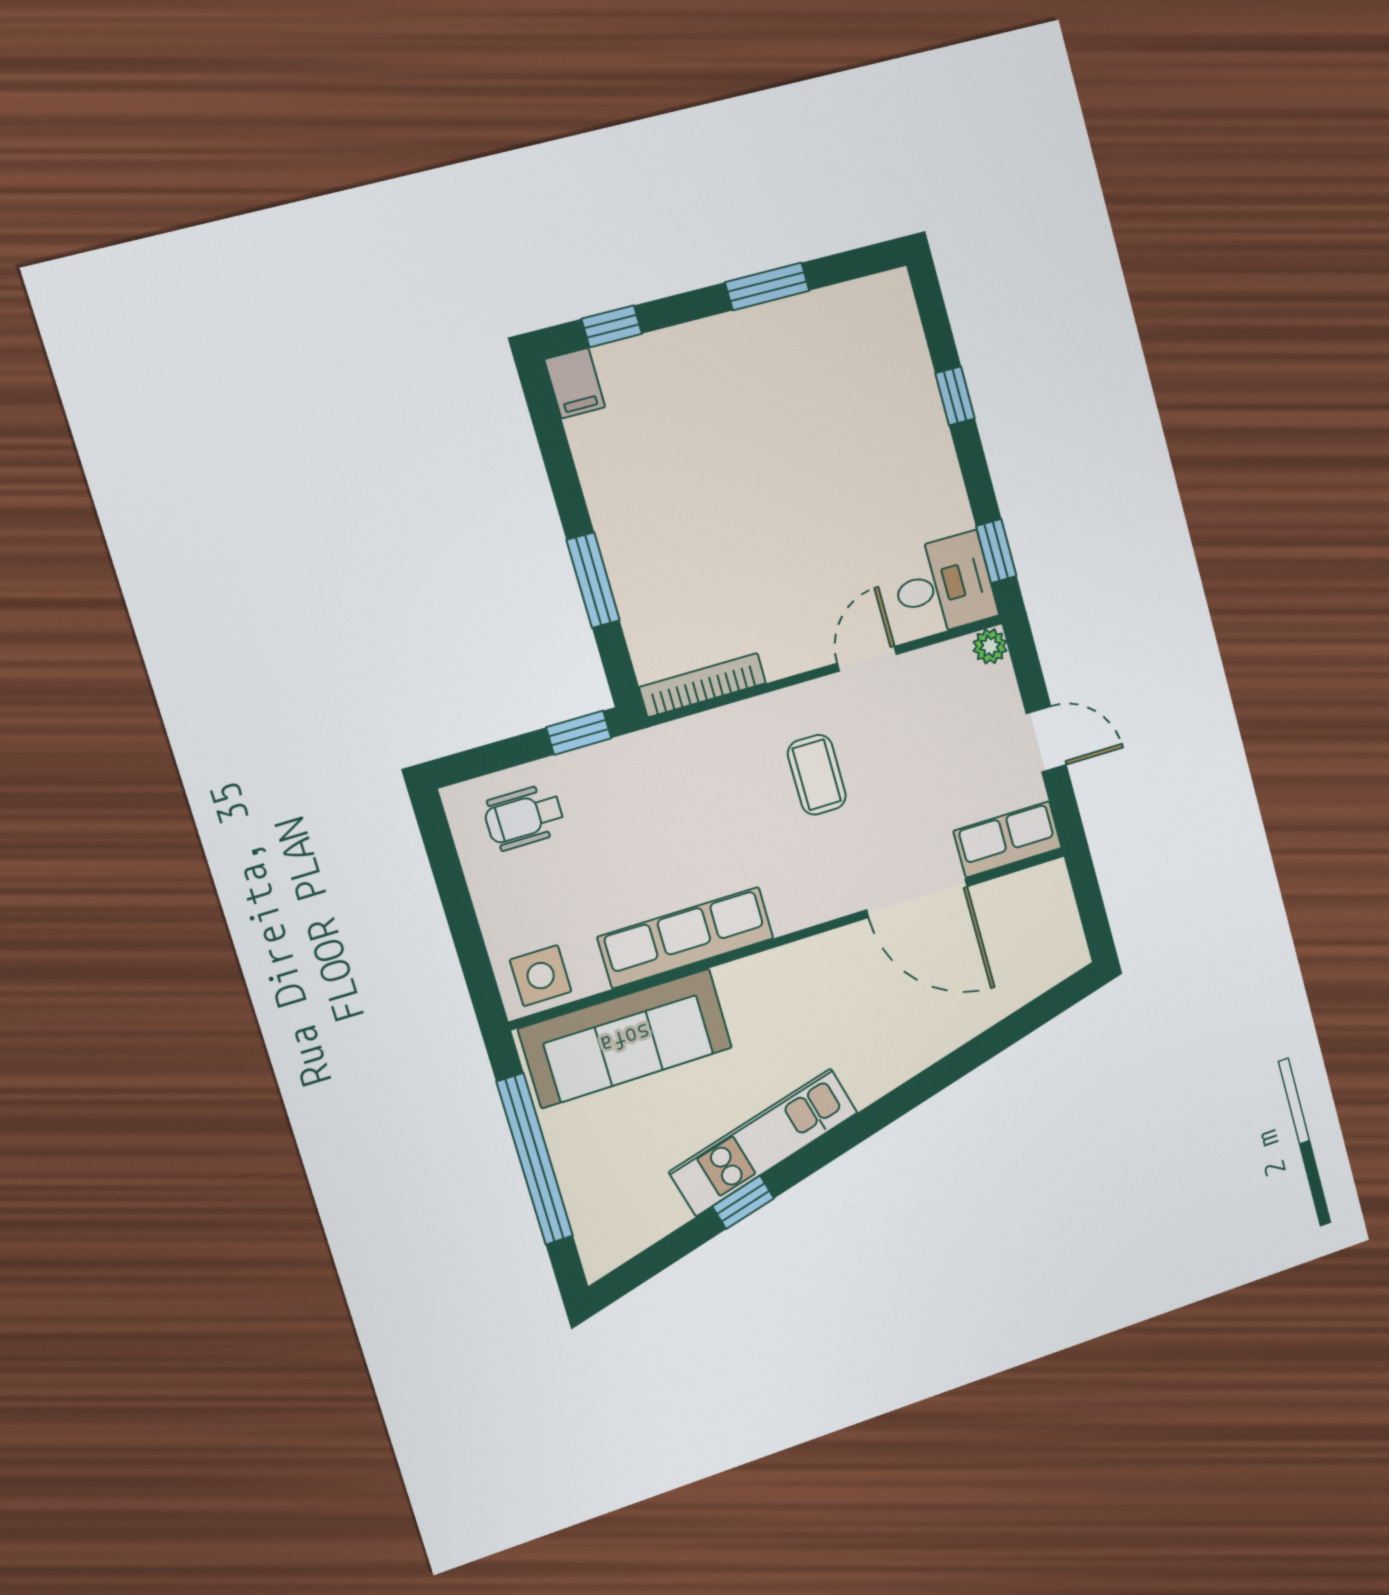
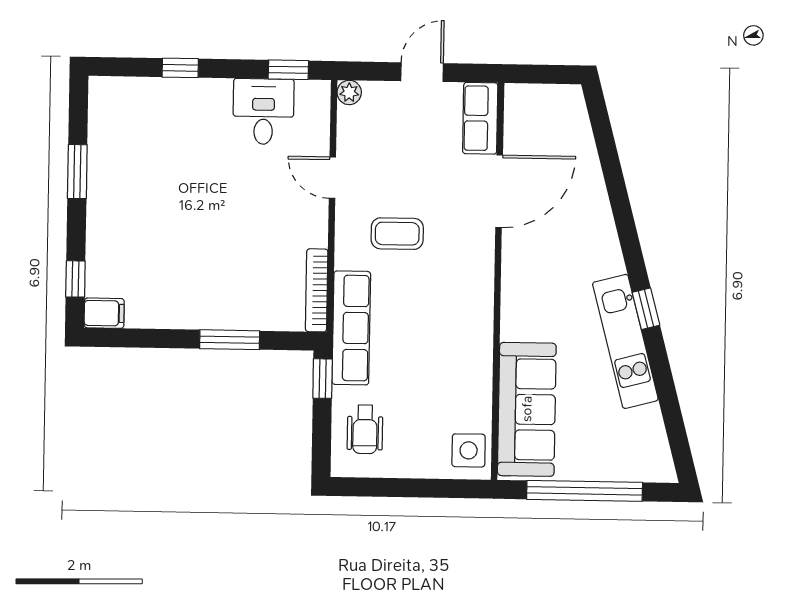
desk: (944, 585) -> (263, 111), moved
row of seats: (686, 938) -> (351, 328), moved, turned 180
window: (743, 1202) -> (646, 309), moved

